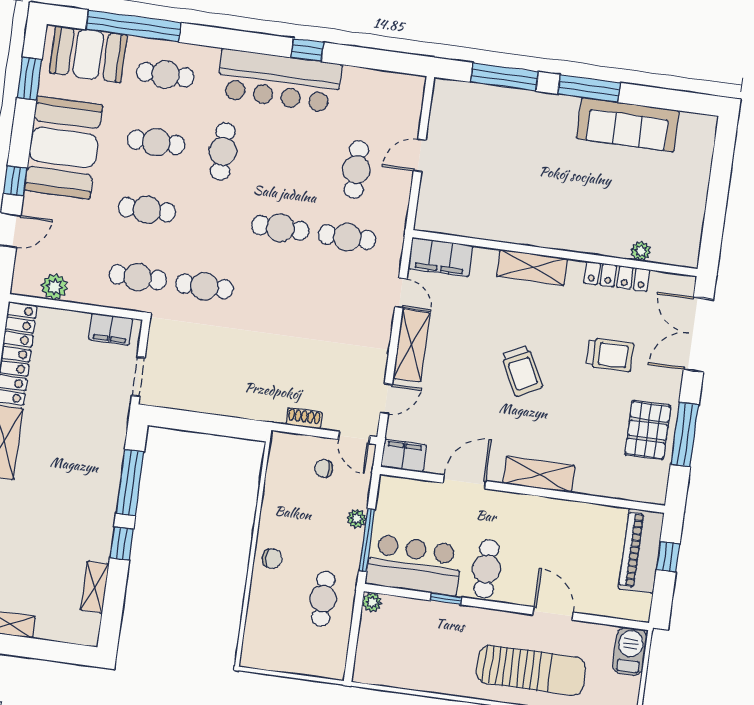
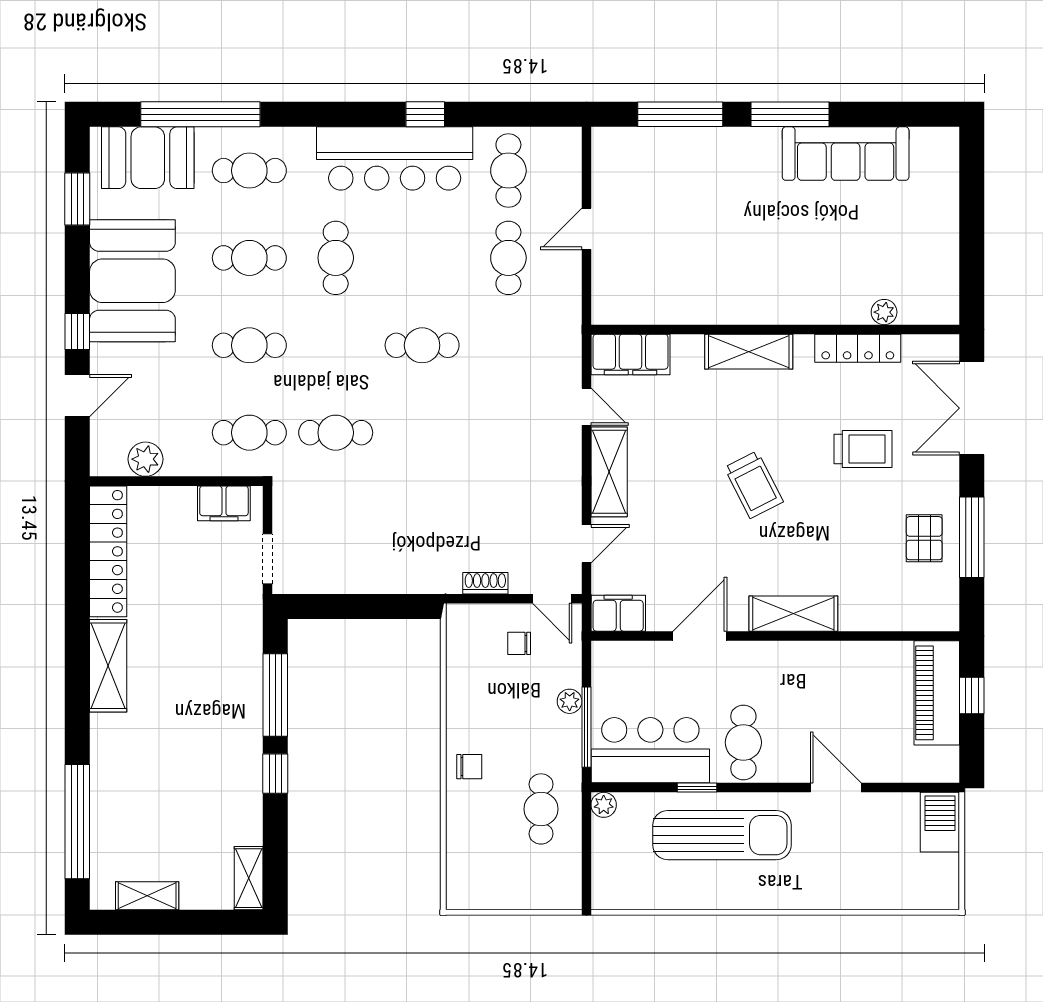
cafe table: (347, 237) -> (508, 171), moved, turned 90
pallet: (648, 430) -> (924, 538), width x0.67, depth x0.71
shelving: (95, 587) -> (249, 878), moved
sun lounger: (531, 670) -> (722, 835), moved

